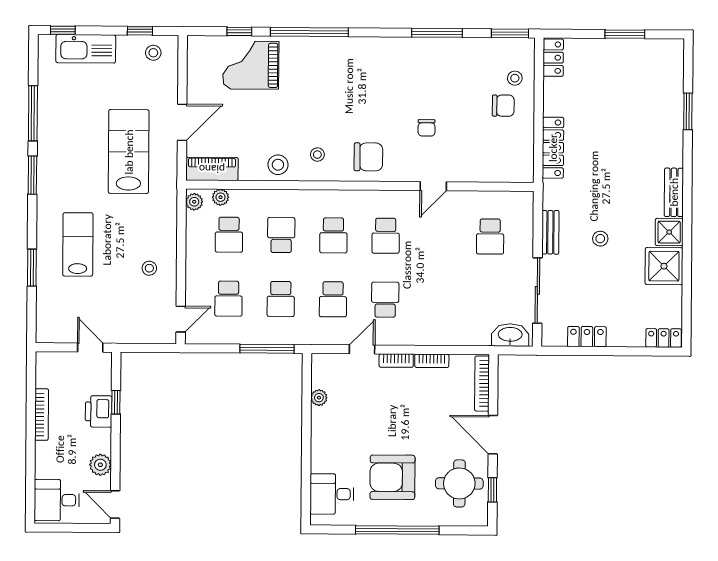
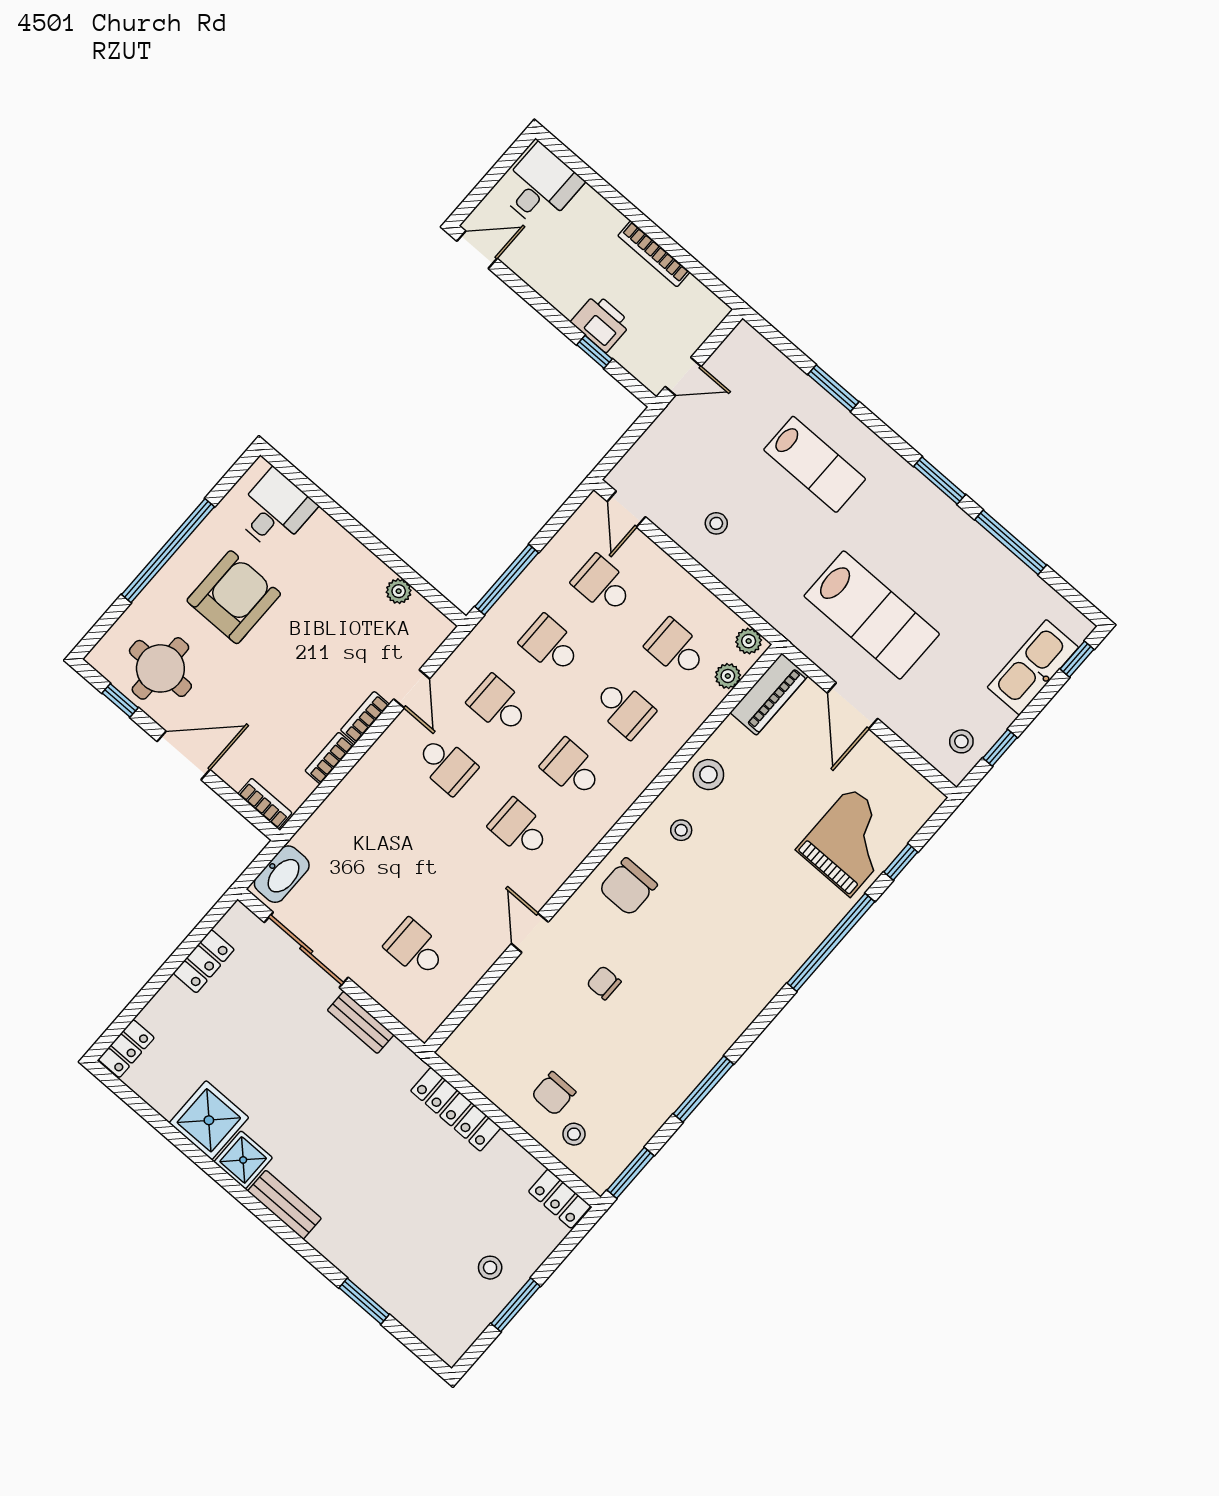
stool: (600, 239) -> (490, 1268), moved
bookcase: (482, 384) -> (265, 804), width x0.64
plant: (100, 465) -> (538, 272), removed

